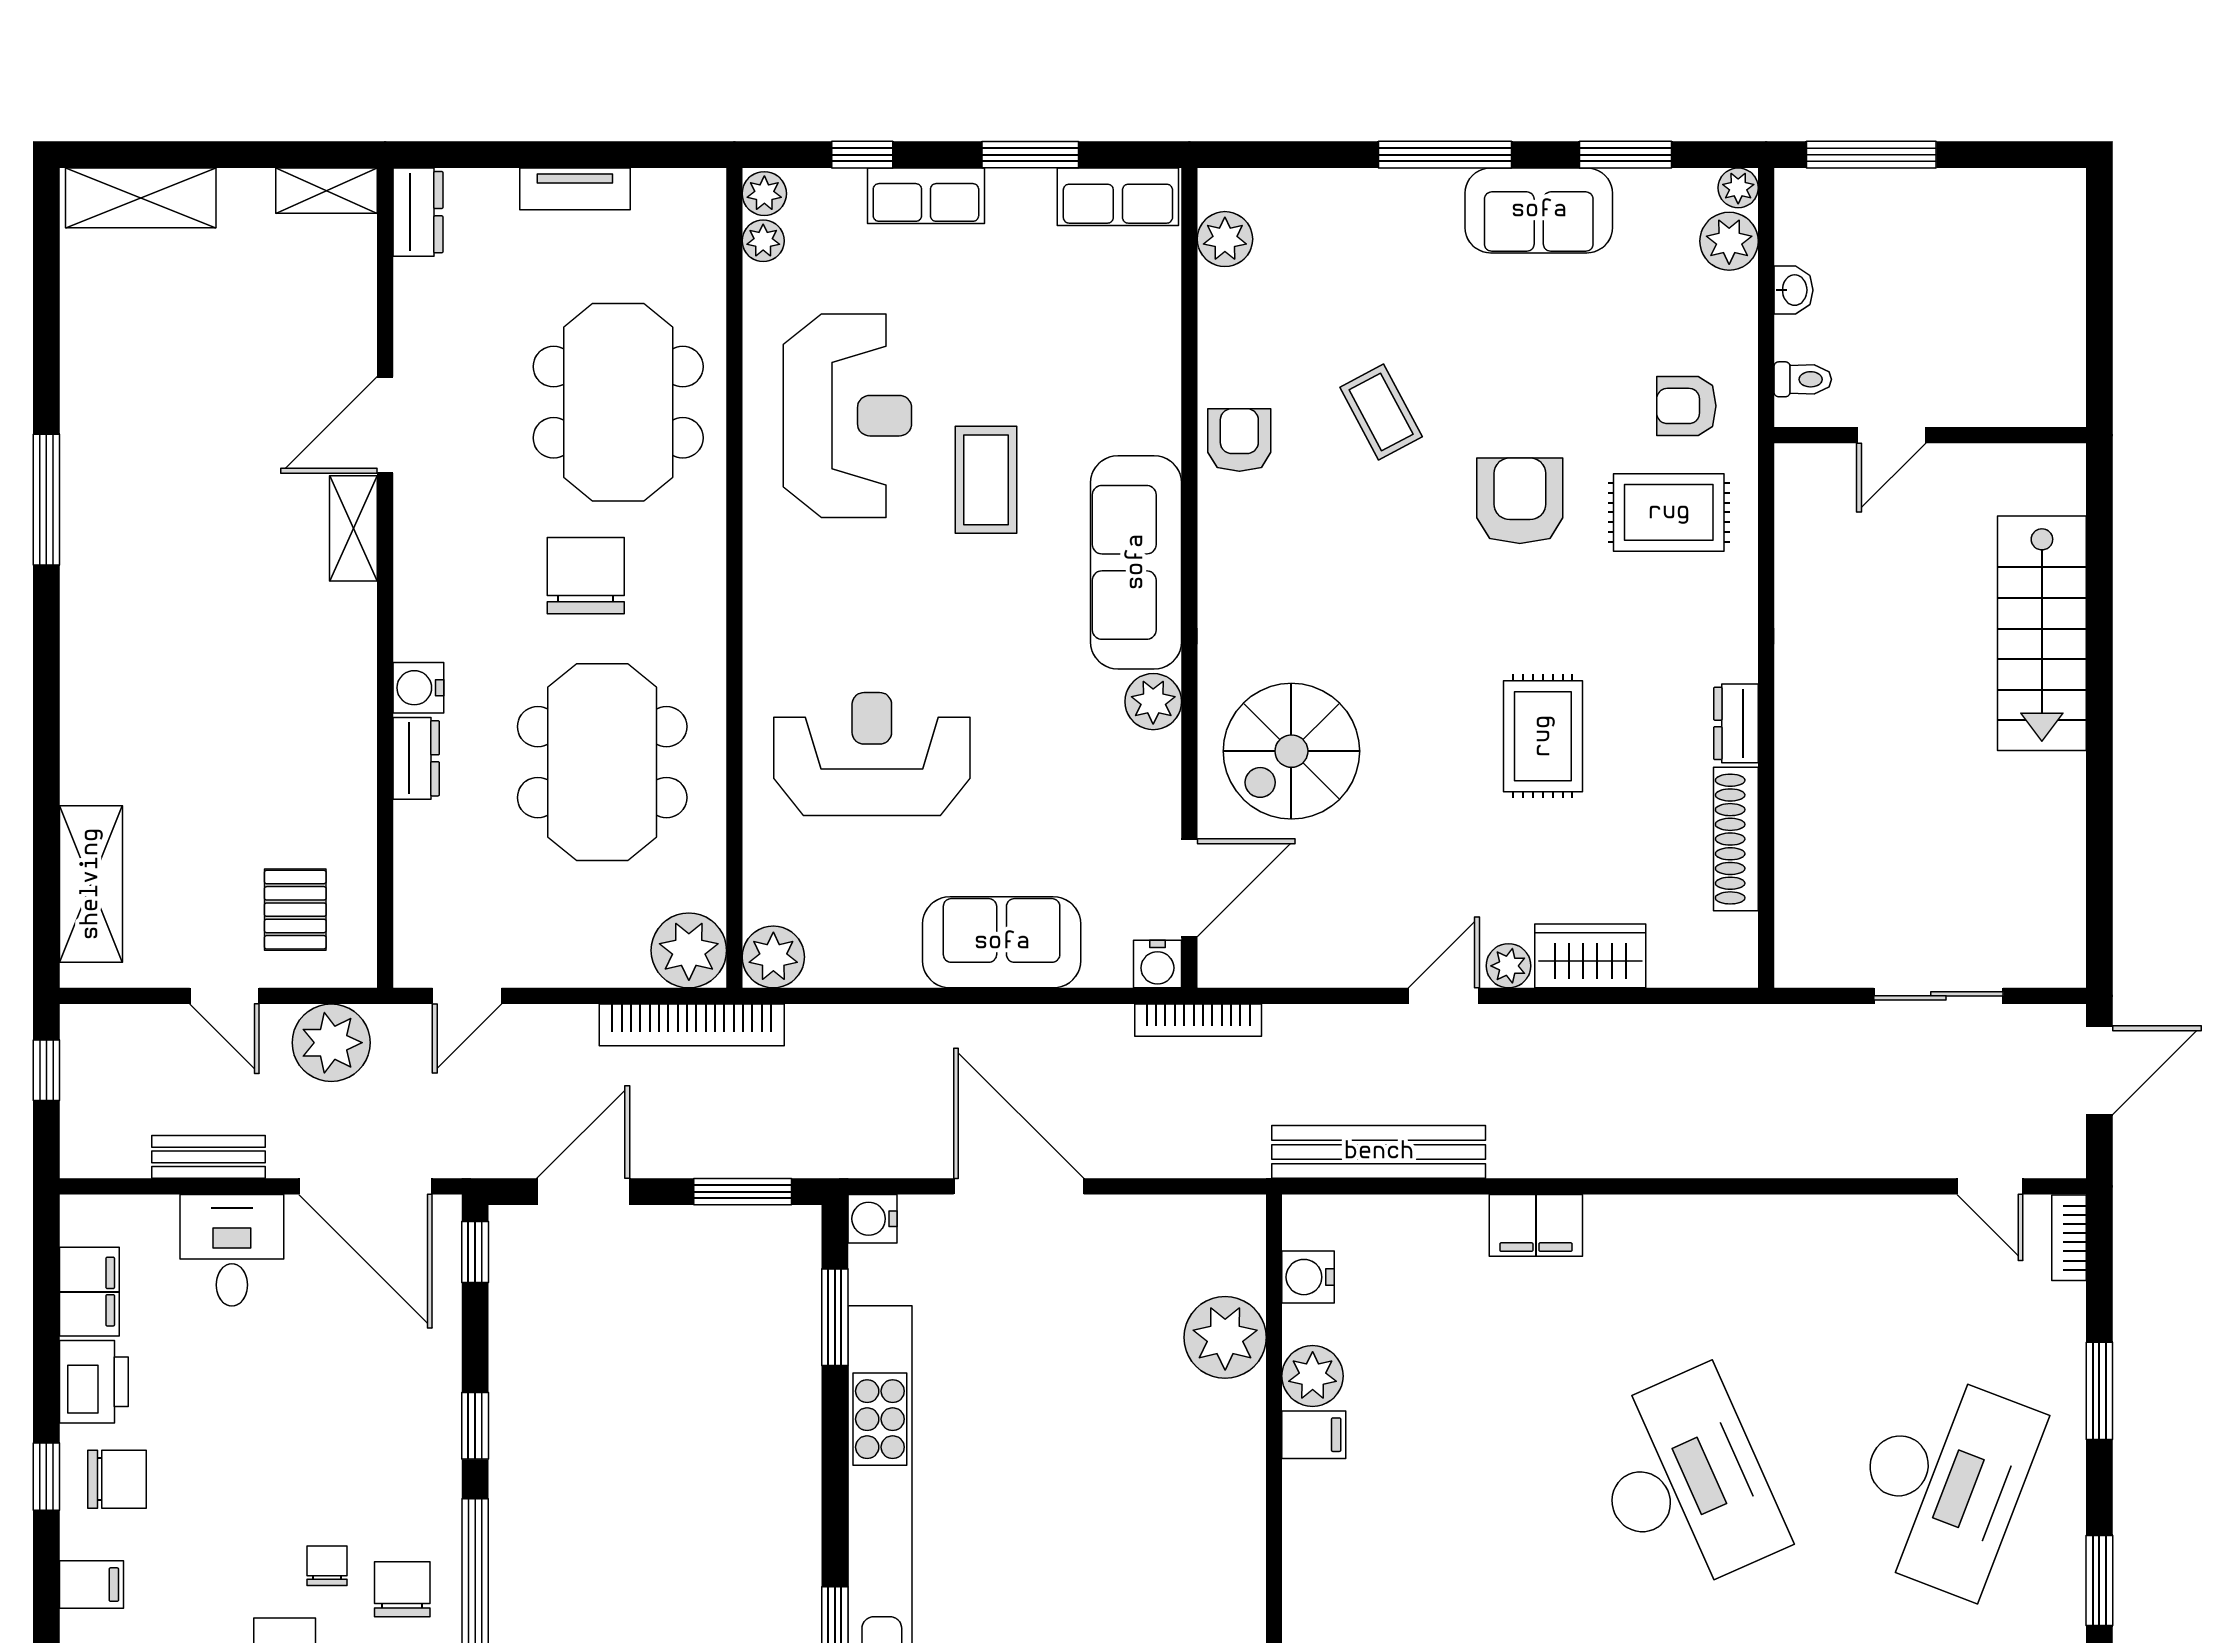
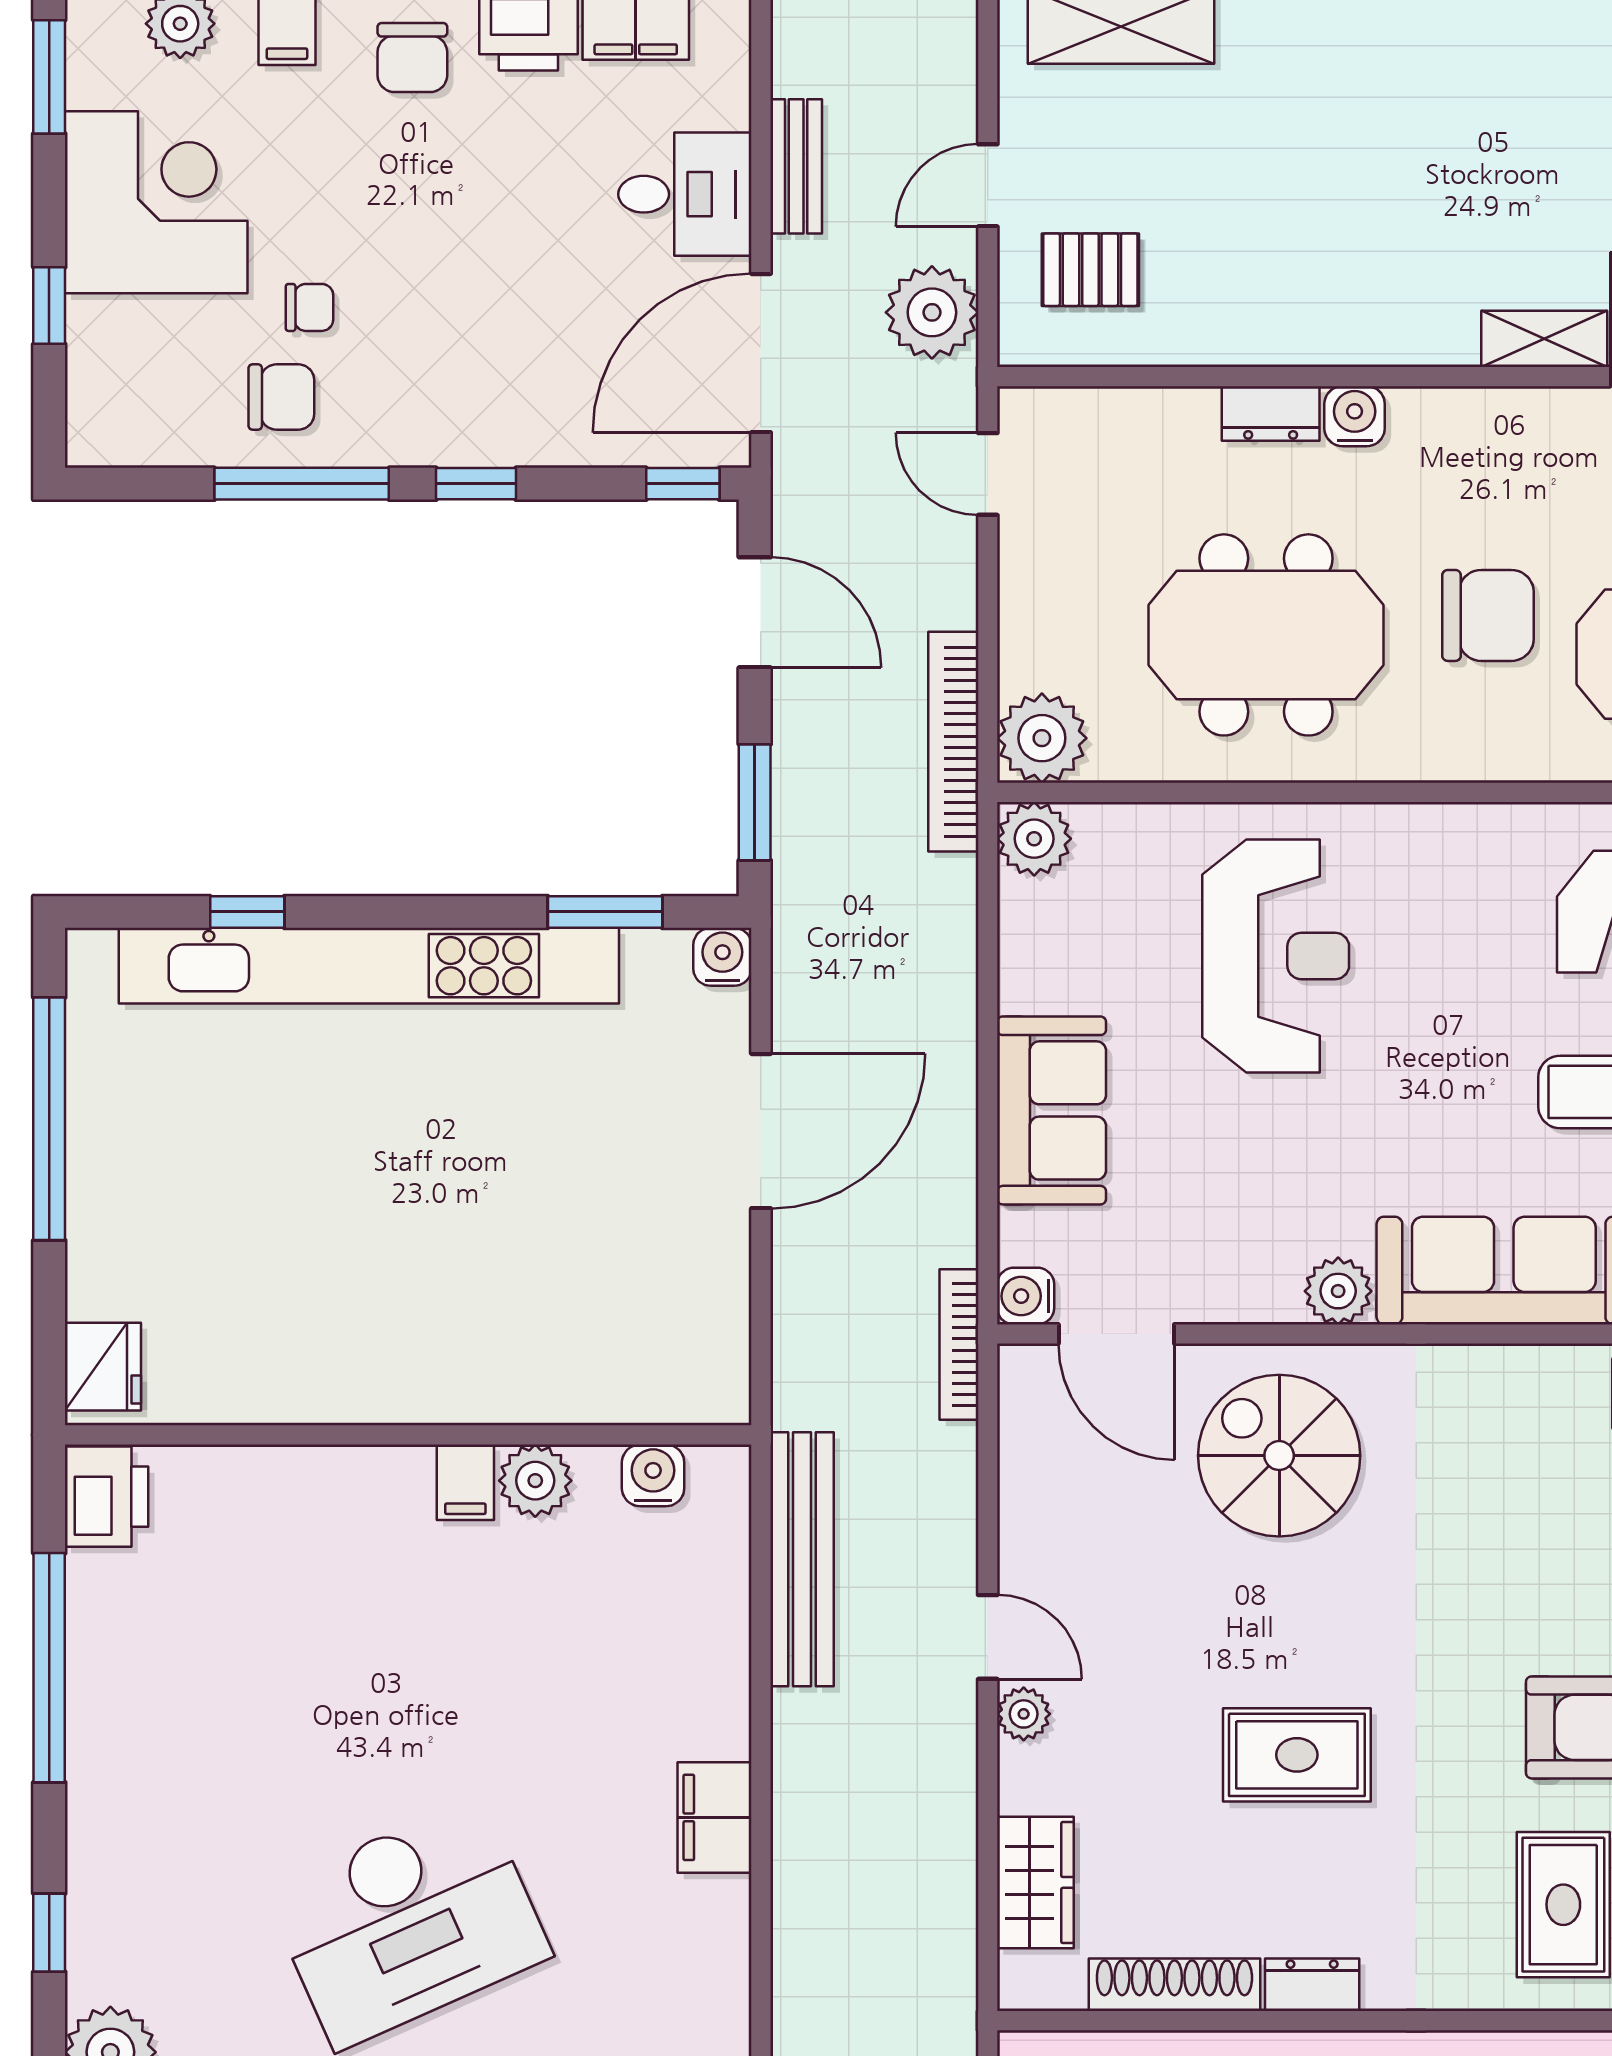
wardrobe: (1590, 956) -> (1035, 1882), moved
filing cabinet: (1536, 1225) -> (715, 1817), moved
plant: (1225, 1337) -> (581, 1377), removed

